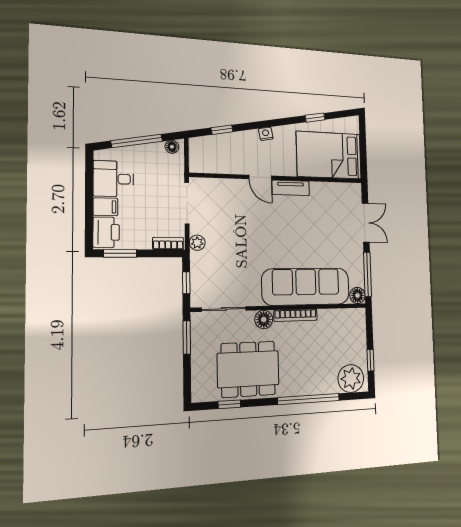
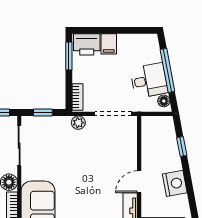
nightstand: (266, 134) -> (175, 183), width x1.89, depth x1.79
desk: (113, 179) -> (149, 80), moved, turned 79

